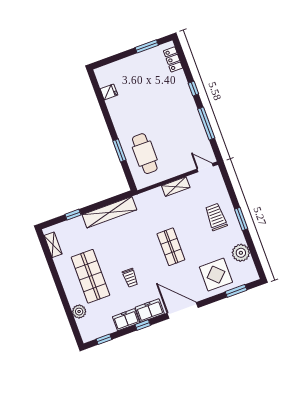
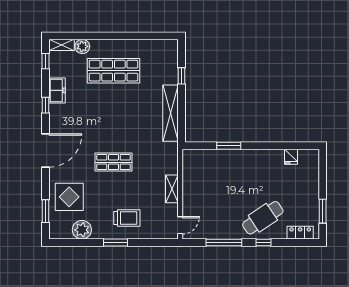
cafe table: (145, 154) -> (263, 218), moved, turned -34
shelving: (53, 245) -> (61, 45), moved
trolley: (130, 278) -> (97, 110), removed
freezer: (150, 311) -> (57, 117), removed

